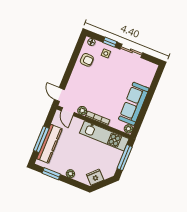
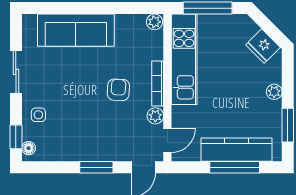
window: (110, 42) -> (16, 137), moved
armchair: (87, 60) -> (118, 90), moved
window: (69, 72) -> (96, 167), added
sofa: (134, 104) -> (76, 30), moved

